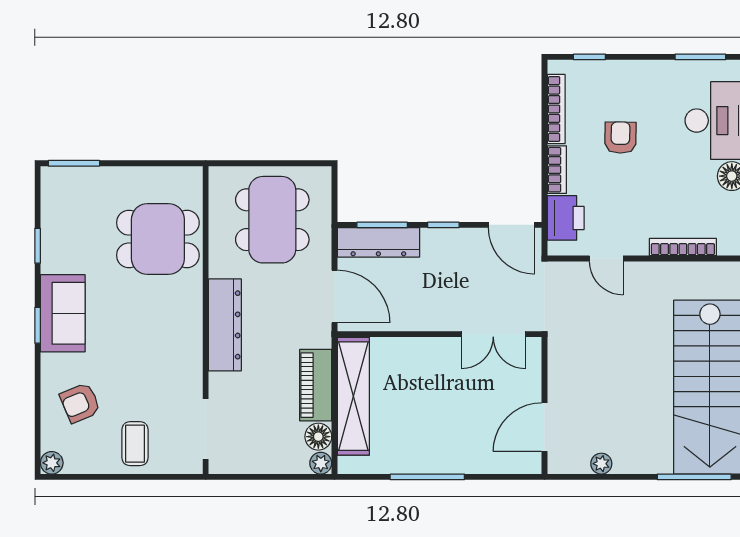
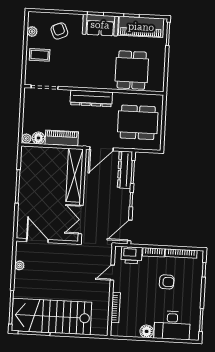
piano: (62, 224) -> (141, 27), added
shelving: (353, 396) -> (74, 175), moved, turned 90
plant: (52, 463) -> (32, 32), moved

